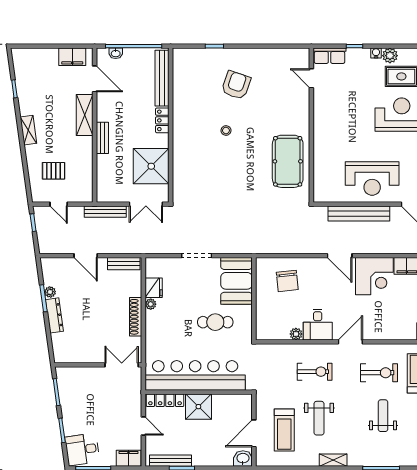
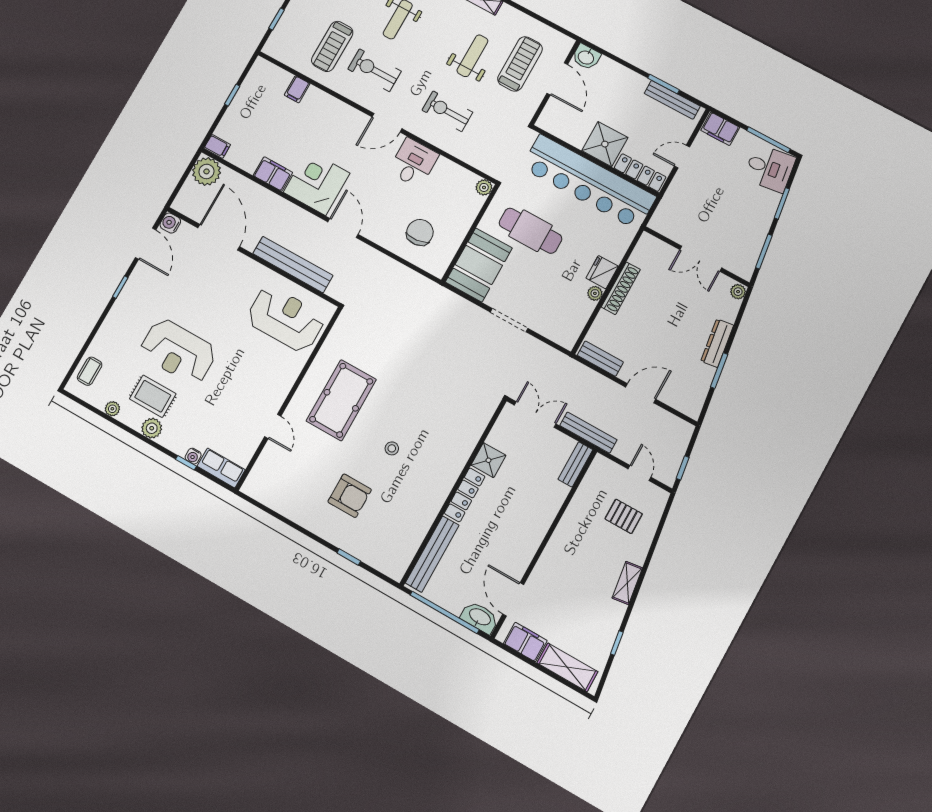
washbasin: (116, 53) -> (480, 617), width x1.91, depth x1.45
water cooler: (376, 53) -> (193, 456), moved
door: (311, 78) -> (273, 426), moved
armchair: (236, 85) -> (350, 496), turned -109
shelving: (85, 115) -> (567, 667), moved, turned 90
locker: (162, 120) -> (465, 495), width x1.53
bench: (102, 138) -> (575, 464), moved
pool table: (288, 161) -> (341, 400), moved
shower: (151, 166) -> (488, 460), width x0.54, depth x0.54
reception desk: (372, 179) -> (286, 319), moved
door: (86, 256) -> (641, 393), hinge flipped
fridge: (154, 288) -> (602, 272), moved
plant: (50, 292) -> (738, 292), moved
cafe table: (215, 322) -> (530, 231), width x1.37, depth x1.35
plant: (296, 334) -> (484, 187), moved
double door: (122, 365) -> (701, 259), moved
door: (143, 426) -> (682, 157), hinge flipped
door: (254, 433) -> (557, 79), hinge flipped

